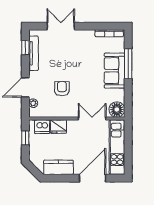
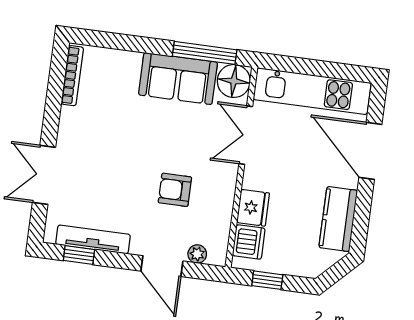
window: (128, 64) -> (205, 53), moved
sofa: (114, 71) -> (178, 79), moved

